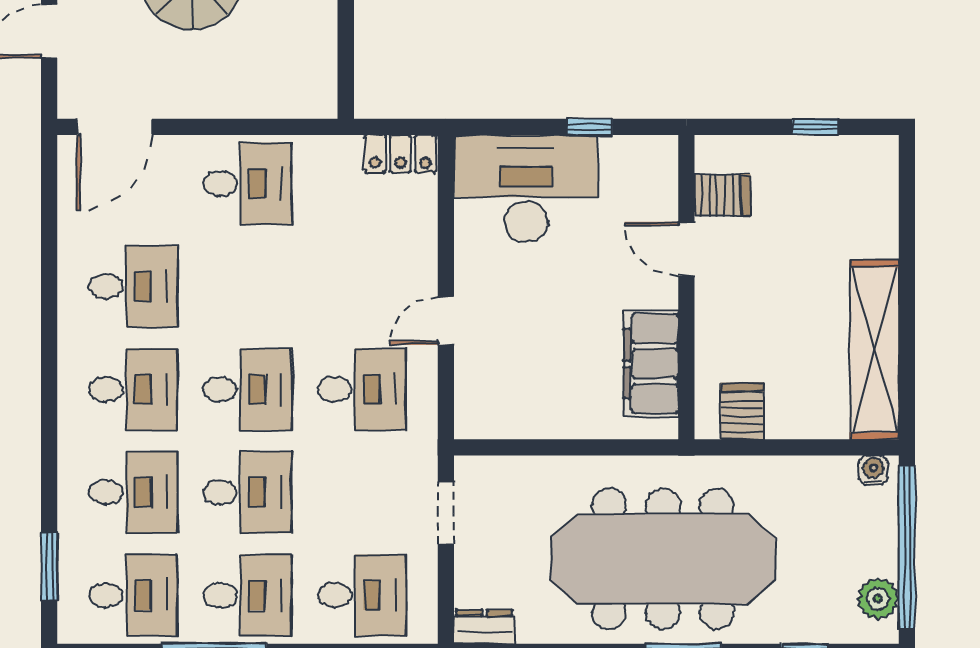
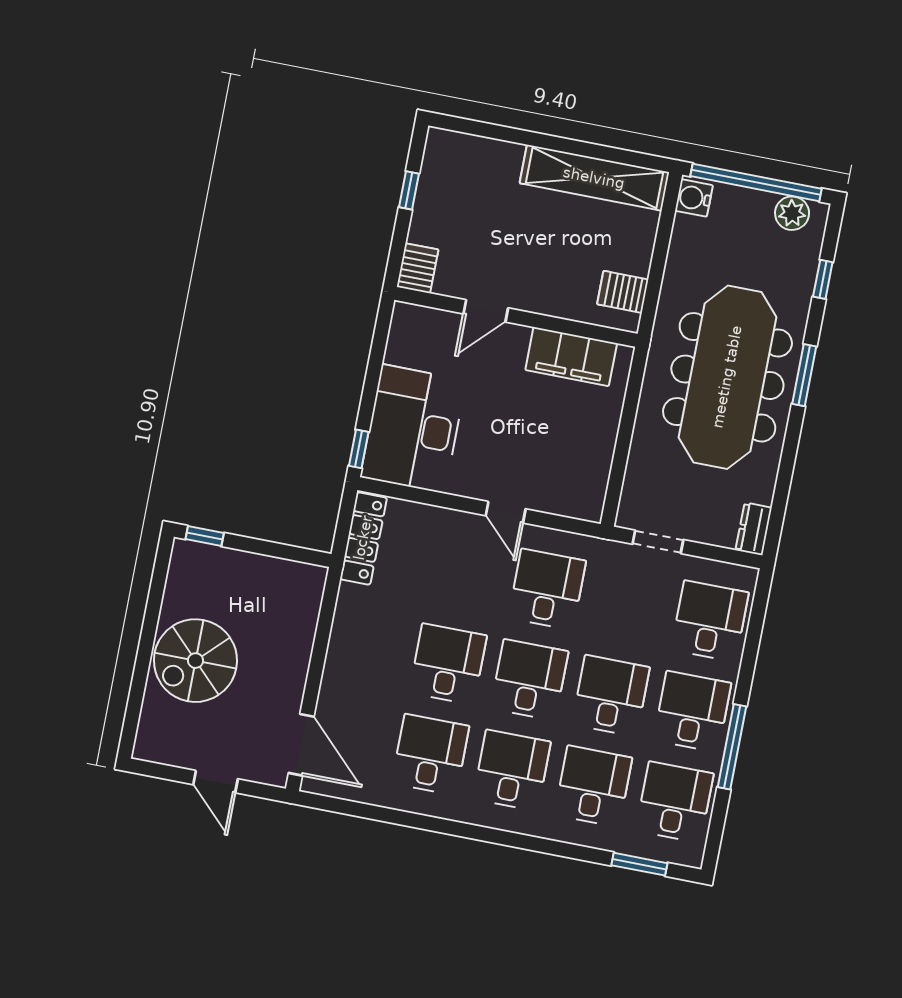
window: (589, 127) -> (359, 449), moved
locker: (400, 154) -> (363, 538), width x1.53
desk: (248, 183) -> (448, 664), moved
server rack: (722, 195) -> (418, 268), moved
water cooler: (873, 470) -> (694, 198), width x1.38, depth x1.38

